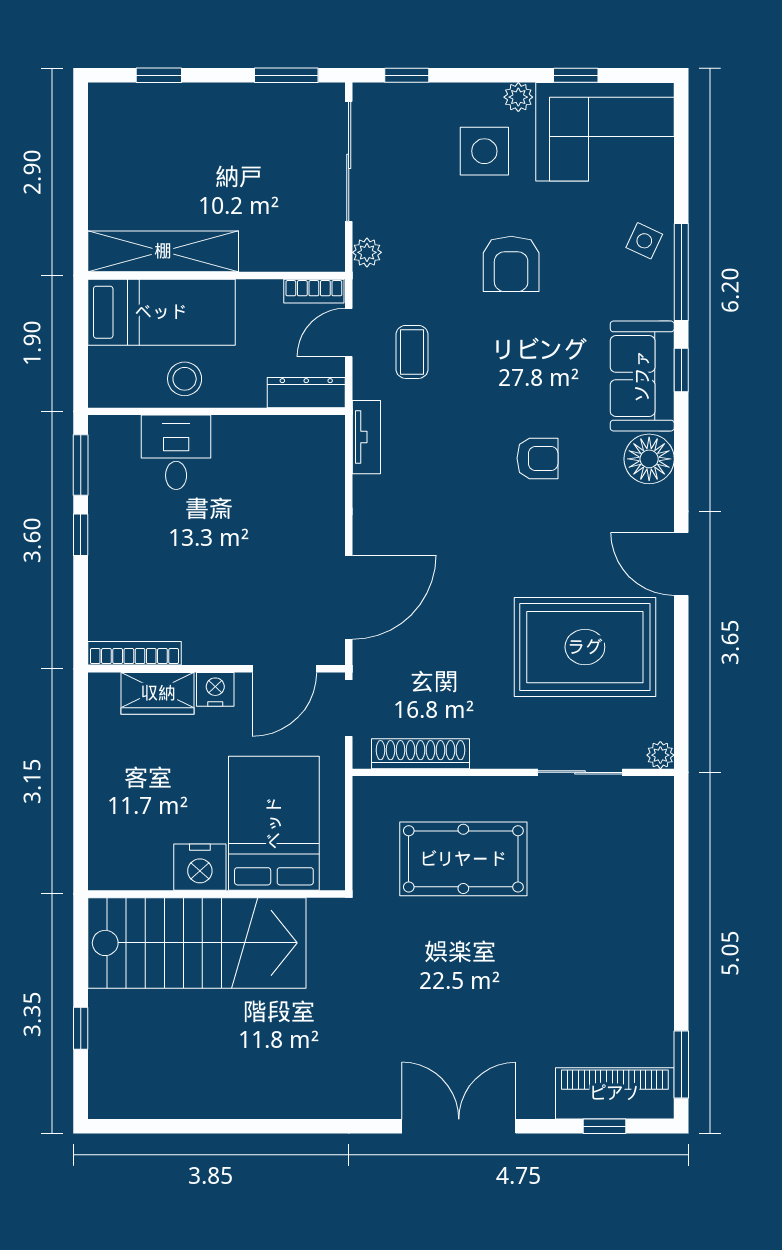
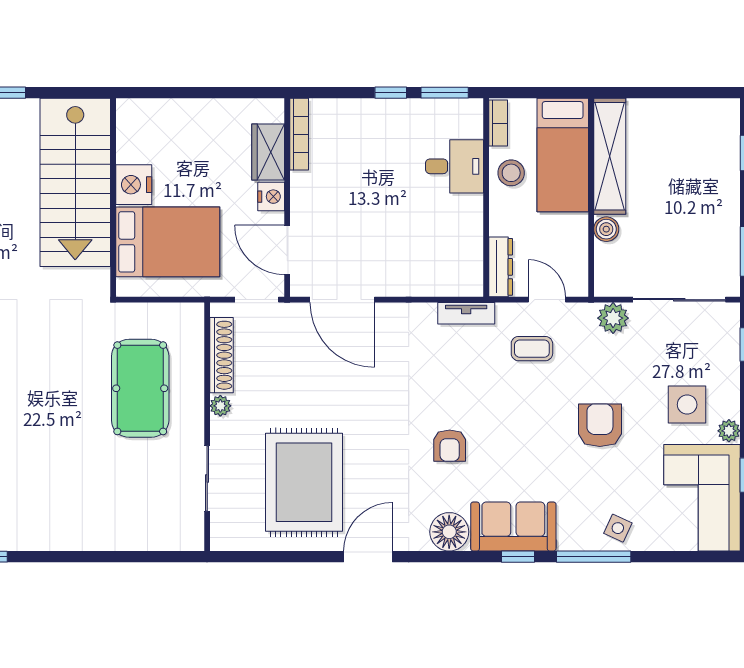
plant: (367, 252) -> (613, 318), width x1.38, depth x1.38
boiler: (257, 256) -> (606, 229), added
armchair: (511, 264) -> (600, 425), turned 90
bookcase: (314, 291) -> (498, 123), moved, turned 180
plant: (660, 755) -> (220, 406), moved

